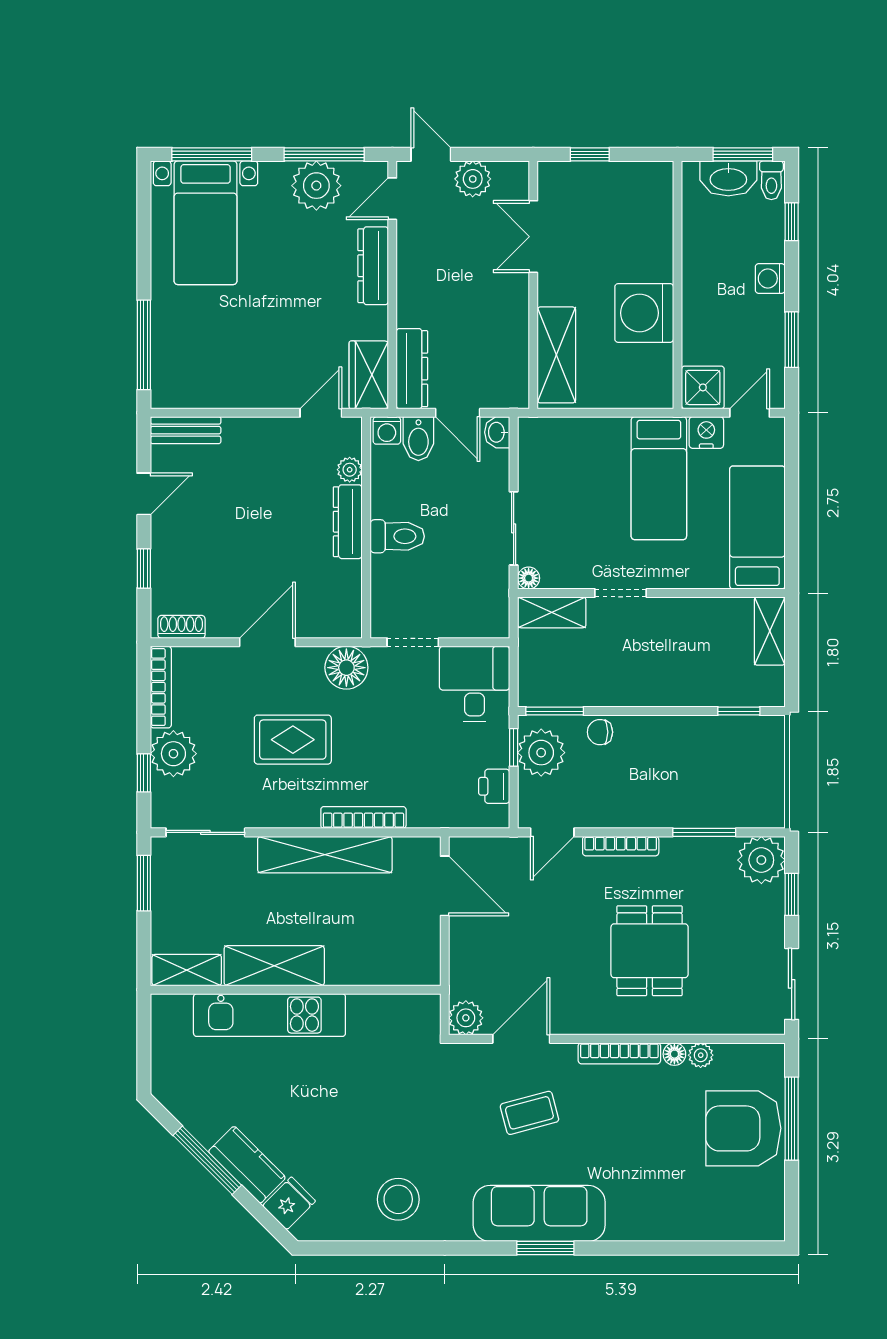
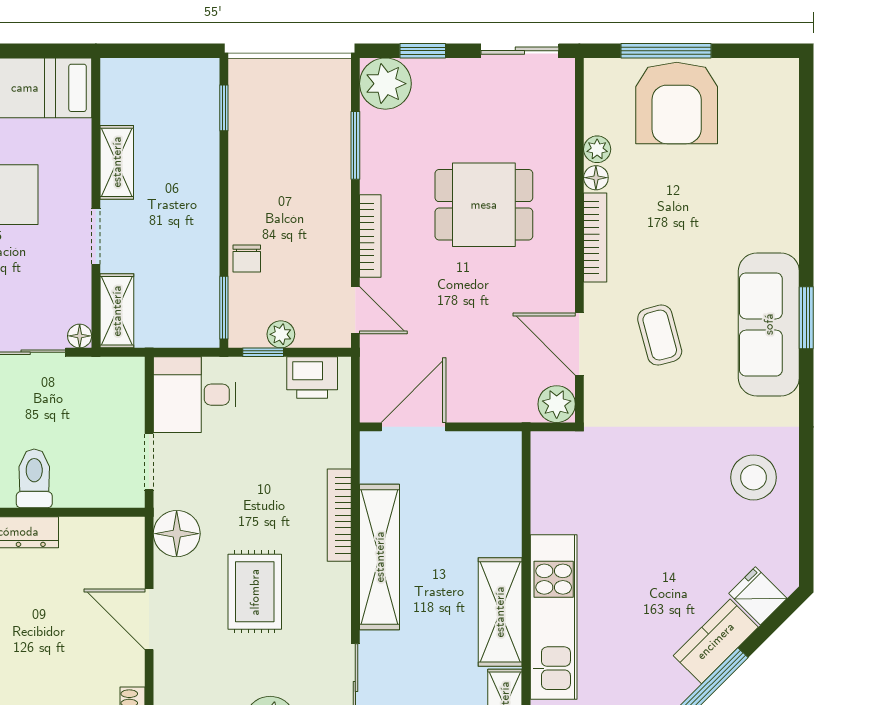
shelving: (770, 631) -> (117, 162), moved, turned 90
plant: (541, 753) -> (281, 334), width x0.53, depth x0.53
printer: (494, 786) -> (312, 377), width x1.36, depth x1.24

